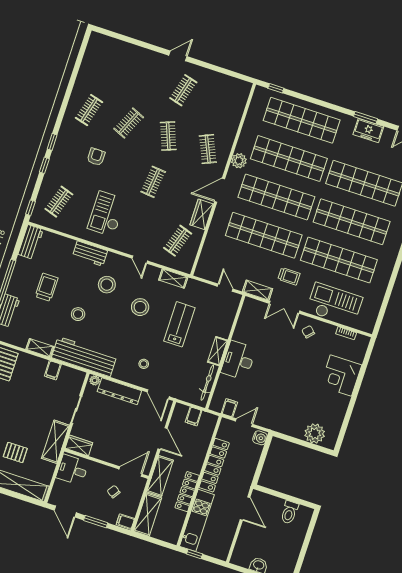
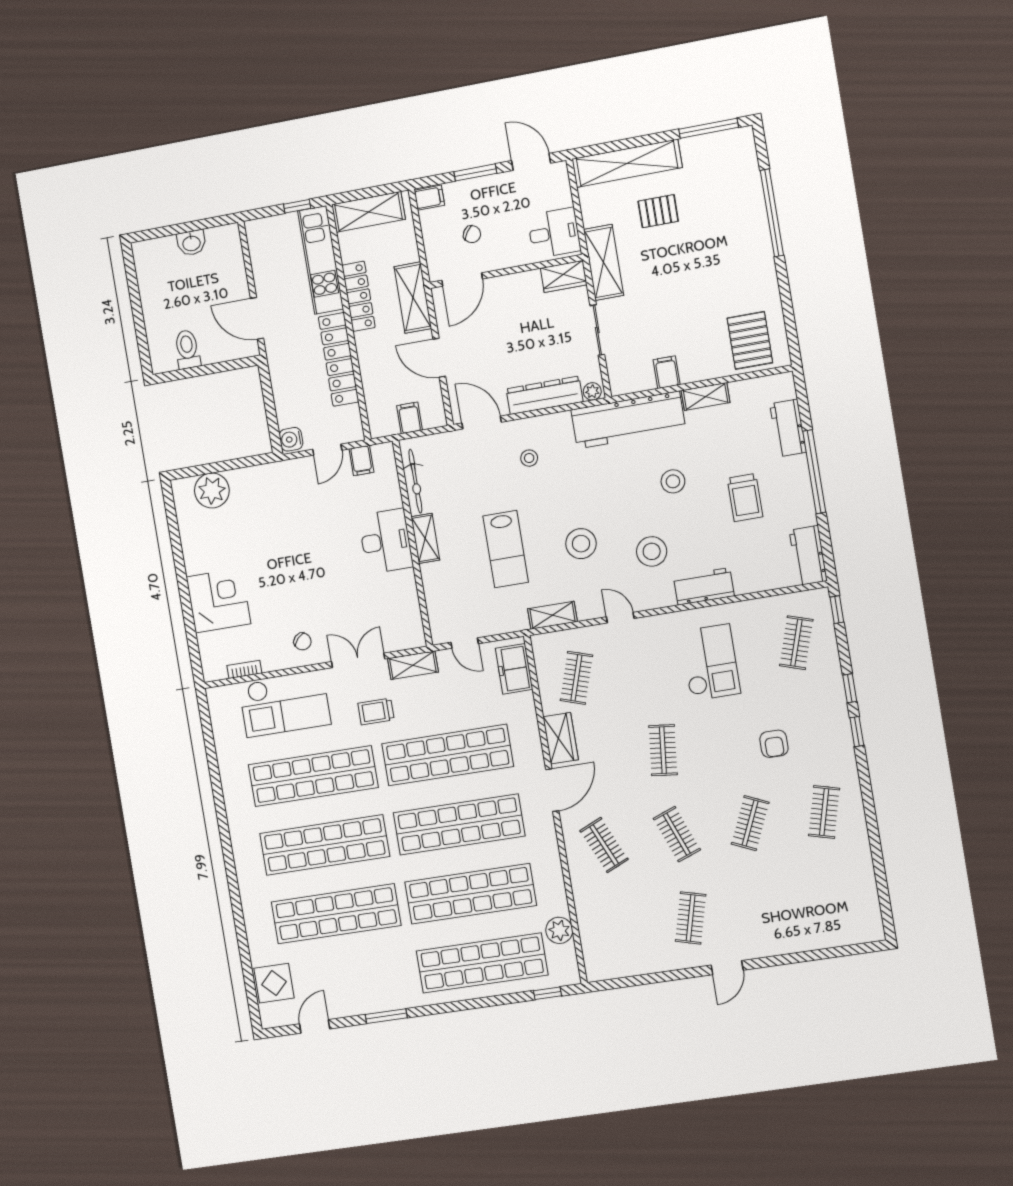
freezer: (368, 130) -> (514, 669), moved, turned -90
plant: (239, 161) -> (559, 930), moved
shelving: (148, 515) -> (368, 212), moved, turned 90

